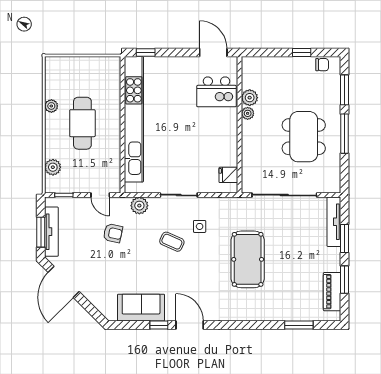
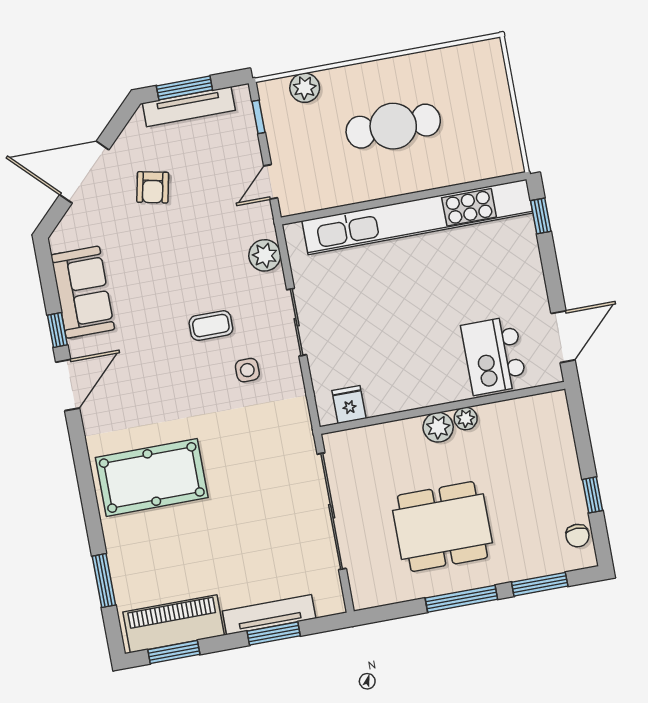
plant: (250, 98) -> (438, 427), moved
plant: (51, 106) -> (414, 65), removed
tv unit: (334, 222) -> (269, 615), moved
armchair: (113, 233) -> (153, 187), moved
coffee table: (172, 242) -> (211, 326), turned 66
pool table: (248, 259) -> (152, 478), moved
window: (345, 280) -> (174, 652), moved
door: (64, 282) -> (84, 172), moved
piano: (332, 292) -> (174, 624), width x1.37, depth x1.33

